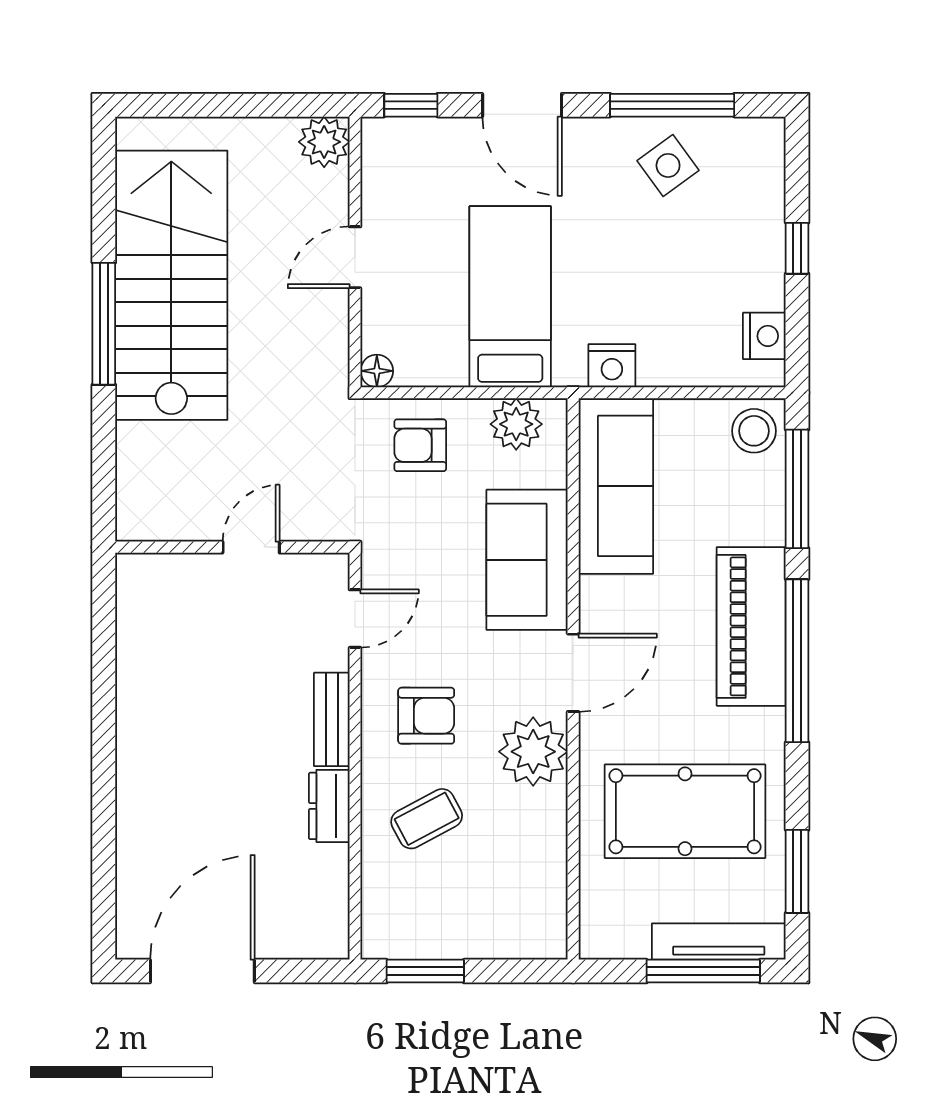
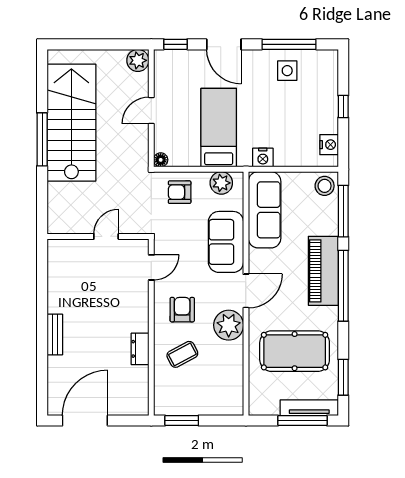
side table: (668, 165) -> (287, 71), turned 36
armchair: (426, 716) -> (182, 310), turned -90
bench: (332, 719) -> (55, 335), moved

